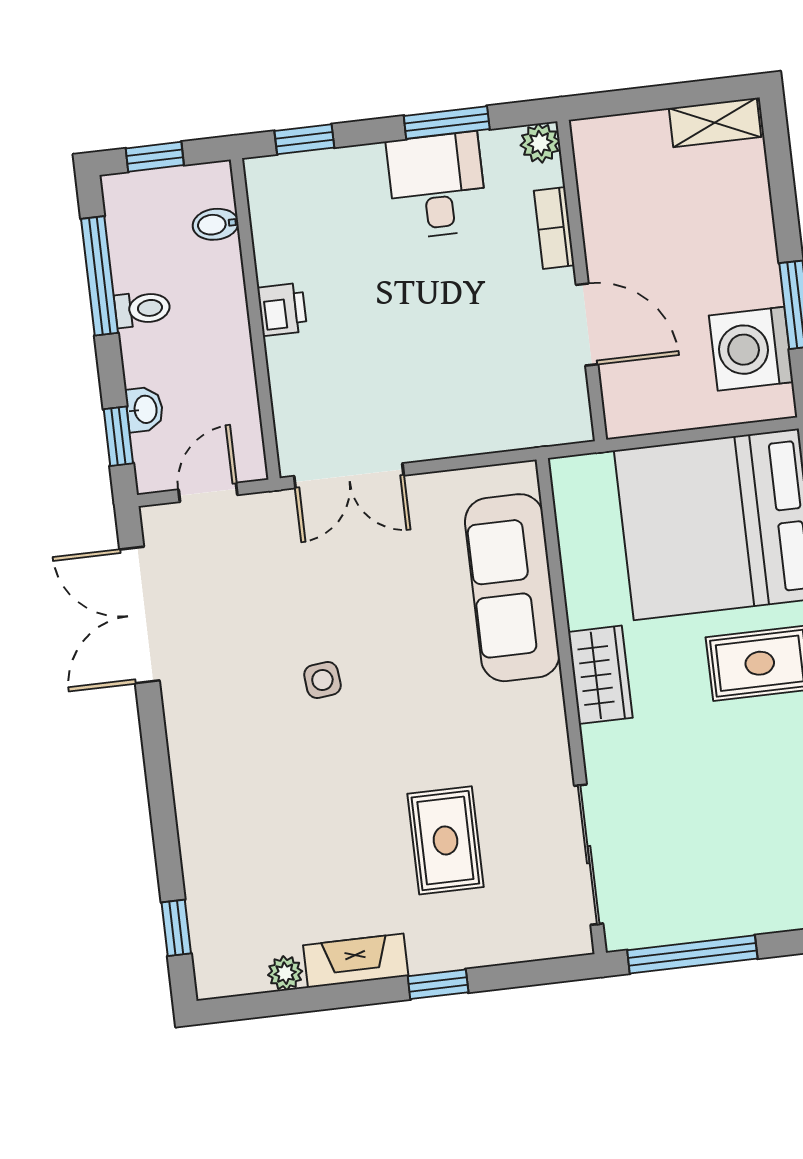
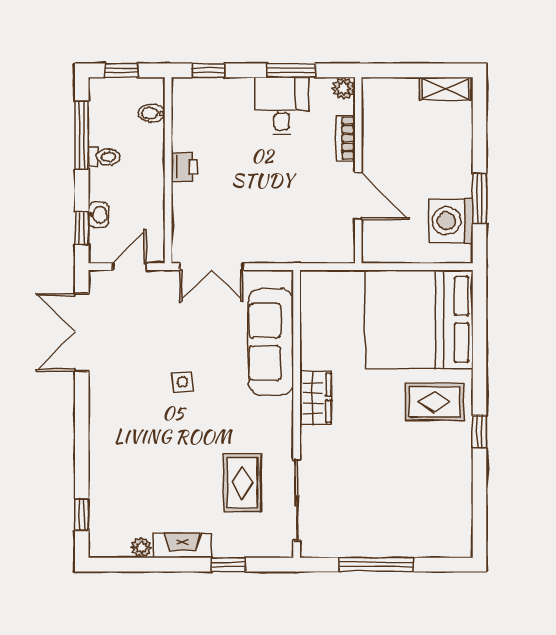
sofa: (512, 588) -> (271, 342), moved
wardrobe: (600, 675) -> (316, 398), moved
wall: (571, 706) -> (297, 414), moved
sliding door: (589, 855) -> (297, 500), moved

